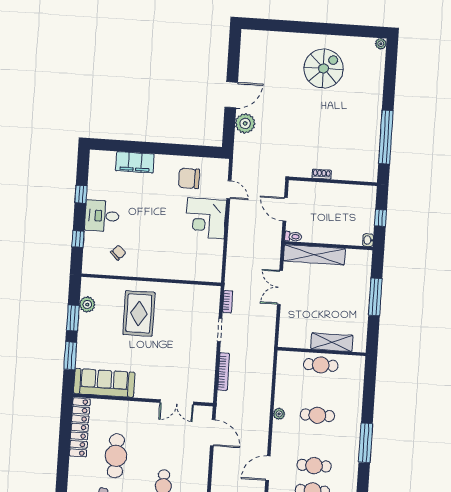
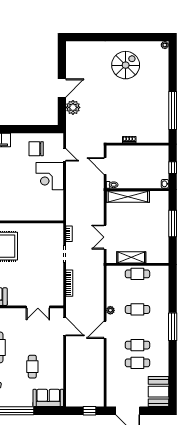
double door: (280, 287) -> (105, 237), moved
shelving: (332, 342) -> (131, 257), moved
door: (268, 468) -> (105, 330), moved

